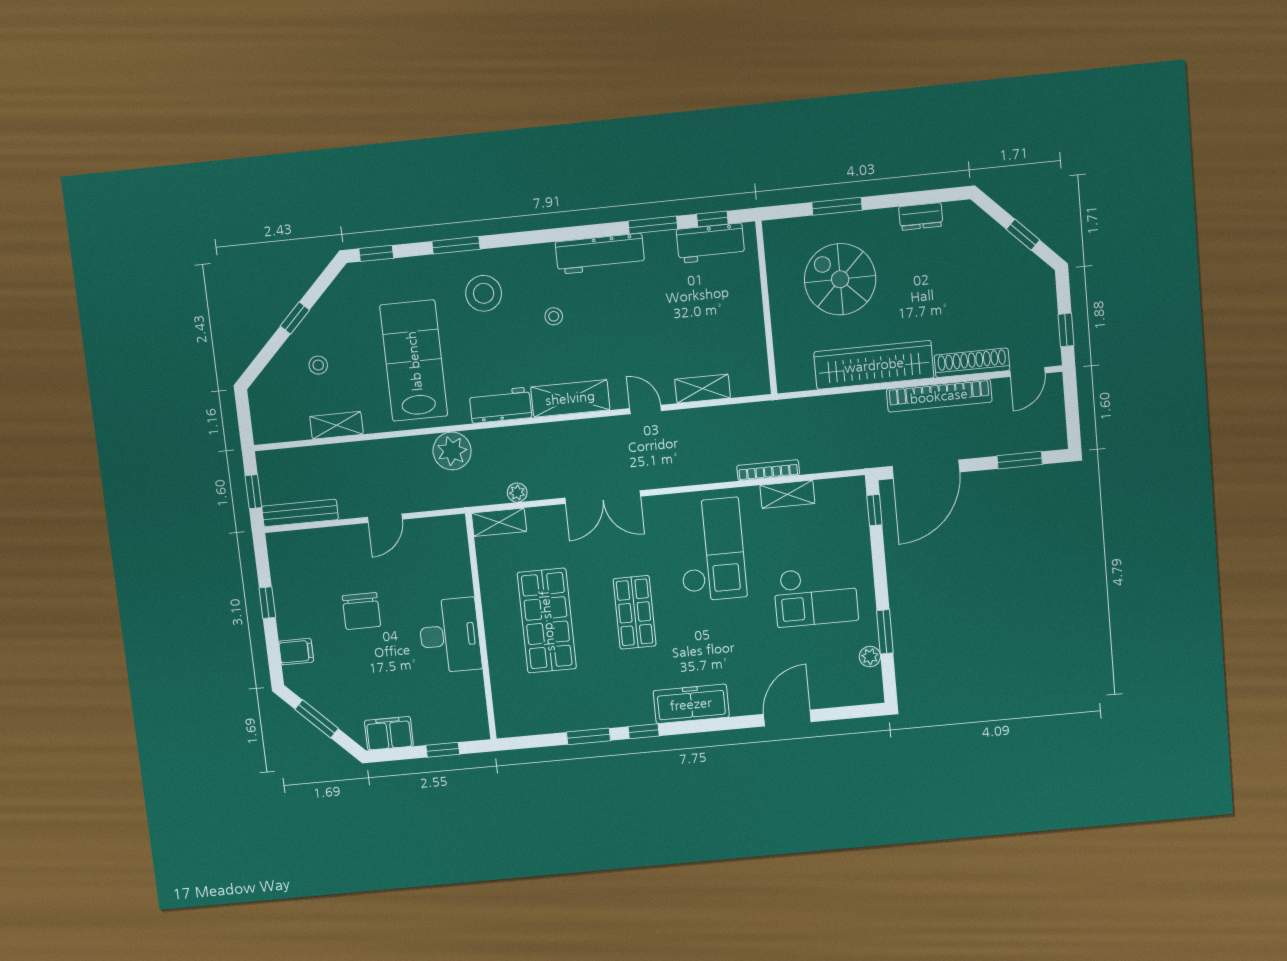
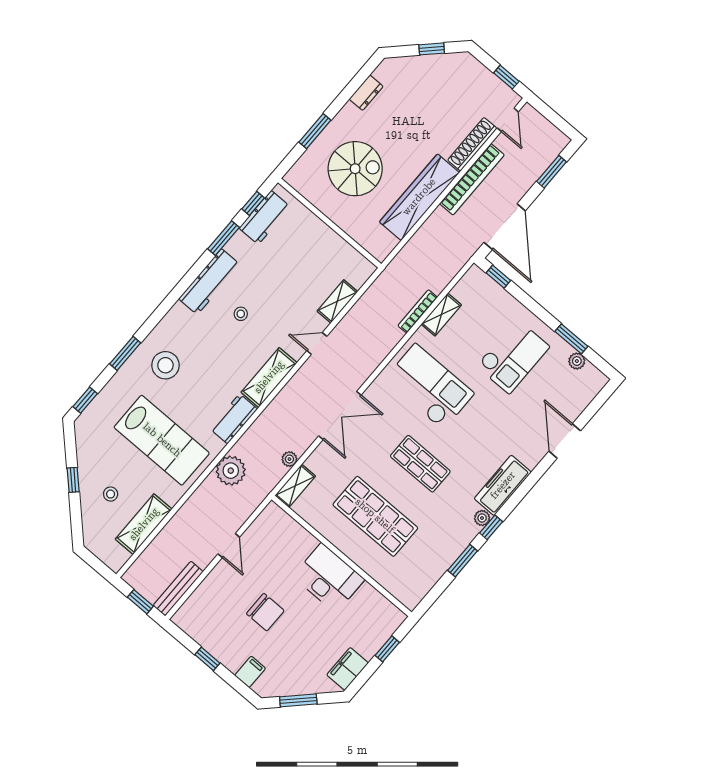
spiral stairs: (840, 279) -> (355, 169), turned 180
stool: (554, 316) -> (241, 314), moved
lab bench: (414, 361) -> (162, 440), turned 180
shelving: (337, 425) -> (144, 524), width x1.50, depth x1.33
plant: (644, 715) -> (482, 518), added

